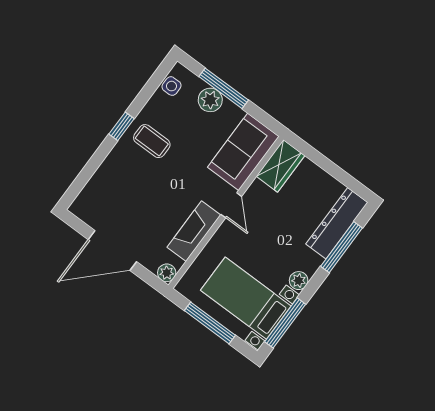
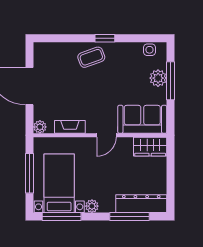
coffee table: (152, 141) -> (91, 57), moved, turned 70
fireplace: (194, 231) -> (70, 127), width x0.73, depth x0.76

